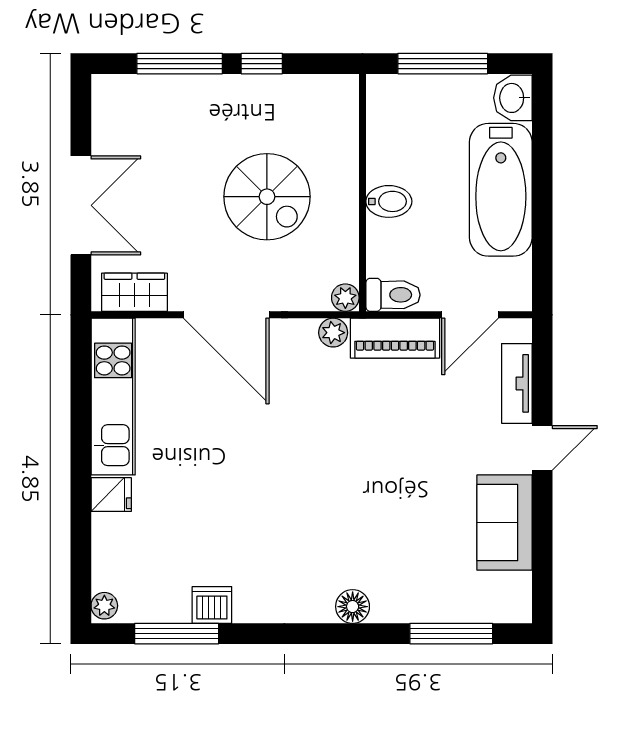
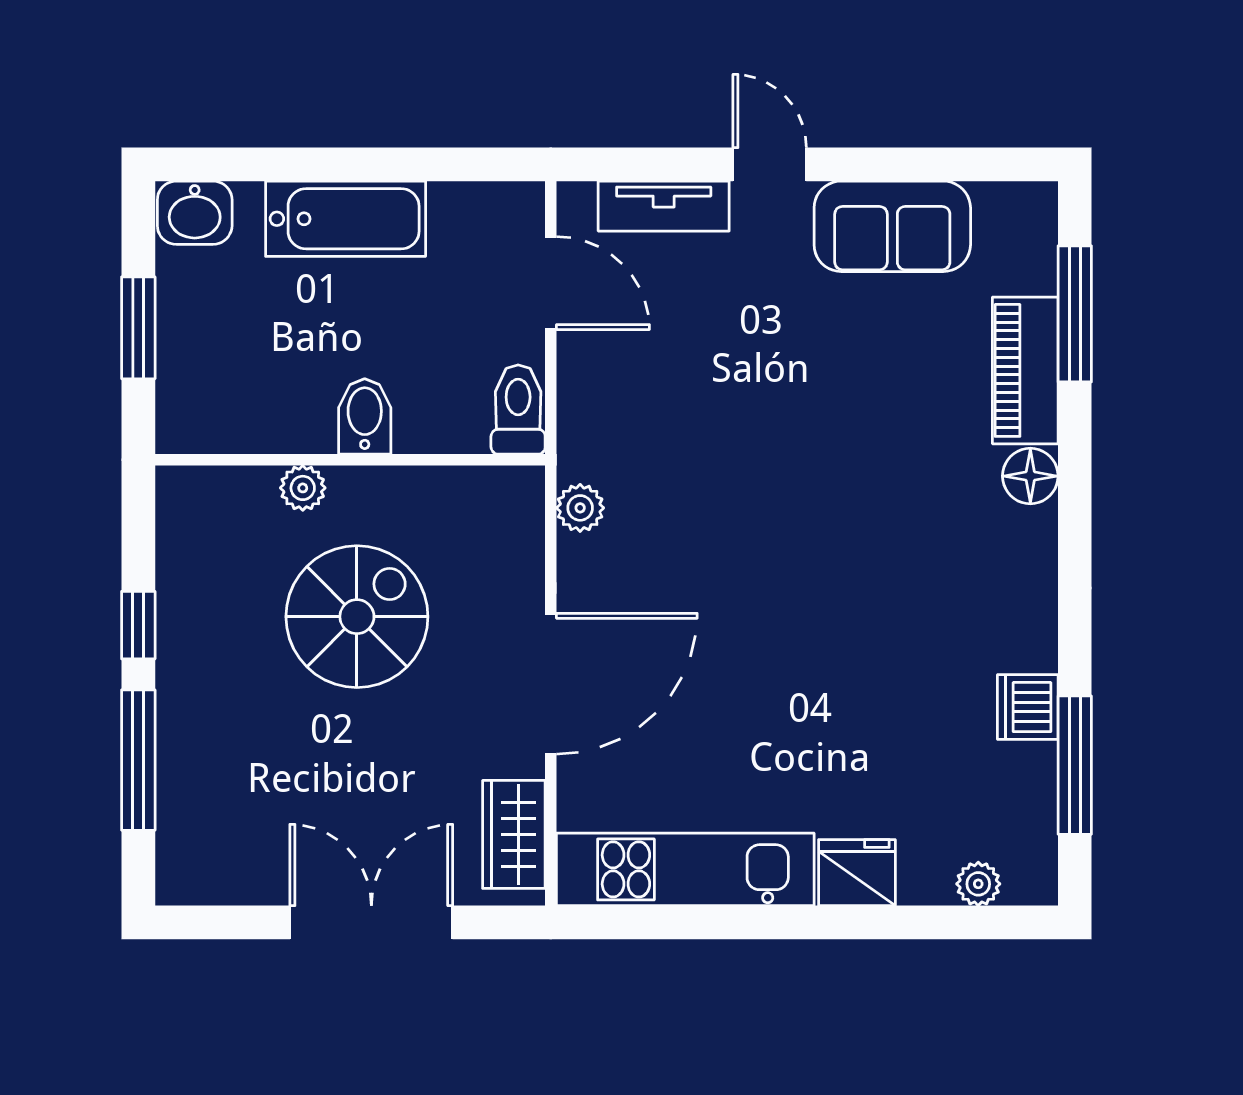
window: (443, 64) -> (138, 328), width x0.69
bathtub: (501, 190) -> (346, 219), width x0.73, depth x0.73
plant: (345, 298) -> (303, 488), moved
piano: (395, 338) -> (1025, 370), moved, turned 180
fridge: (111, 495) -> (857, 873), width x1.38
plant: (104, 606) -> (978, 884), moved

